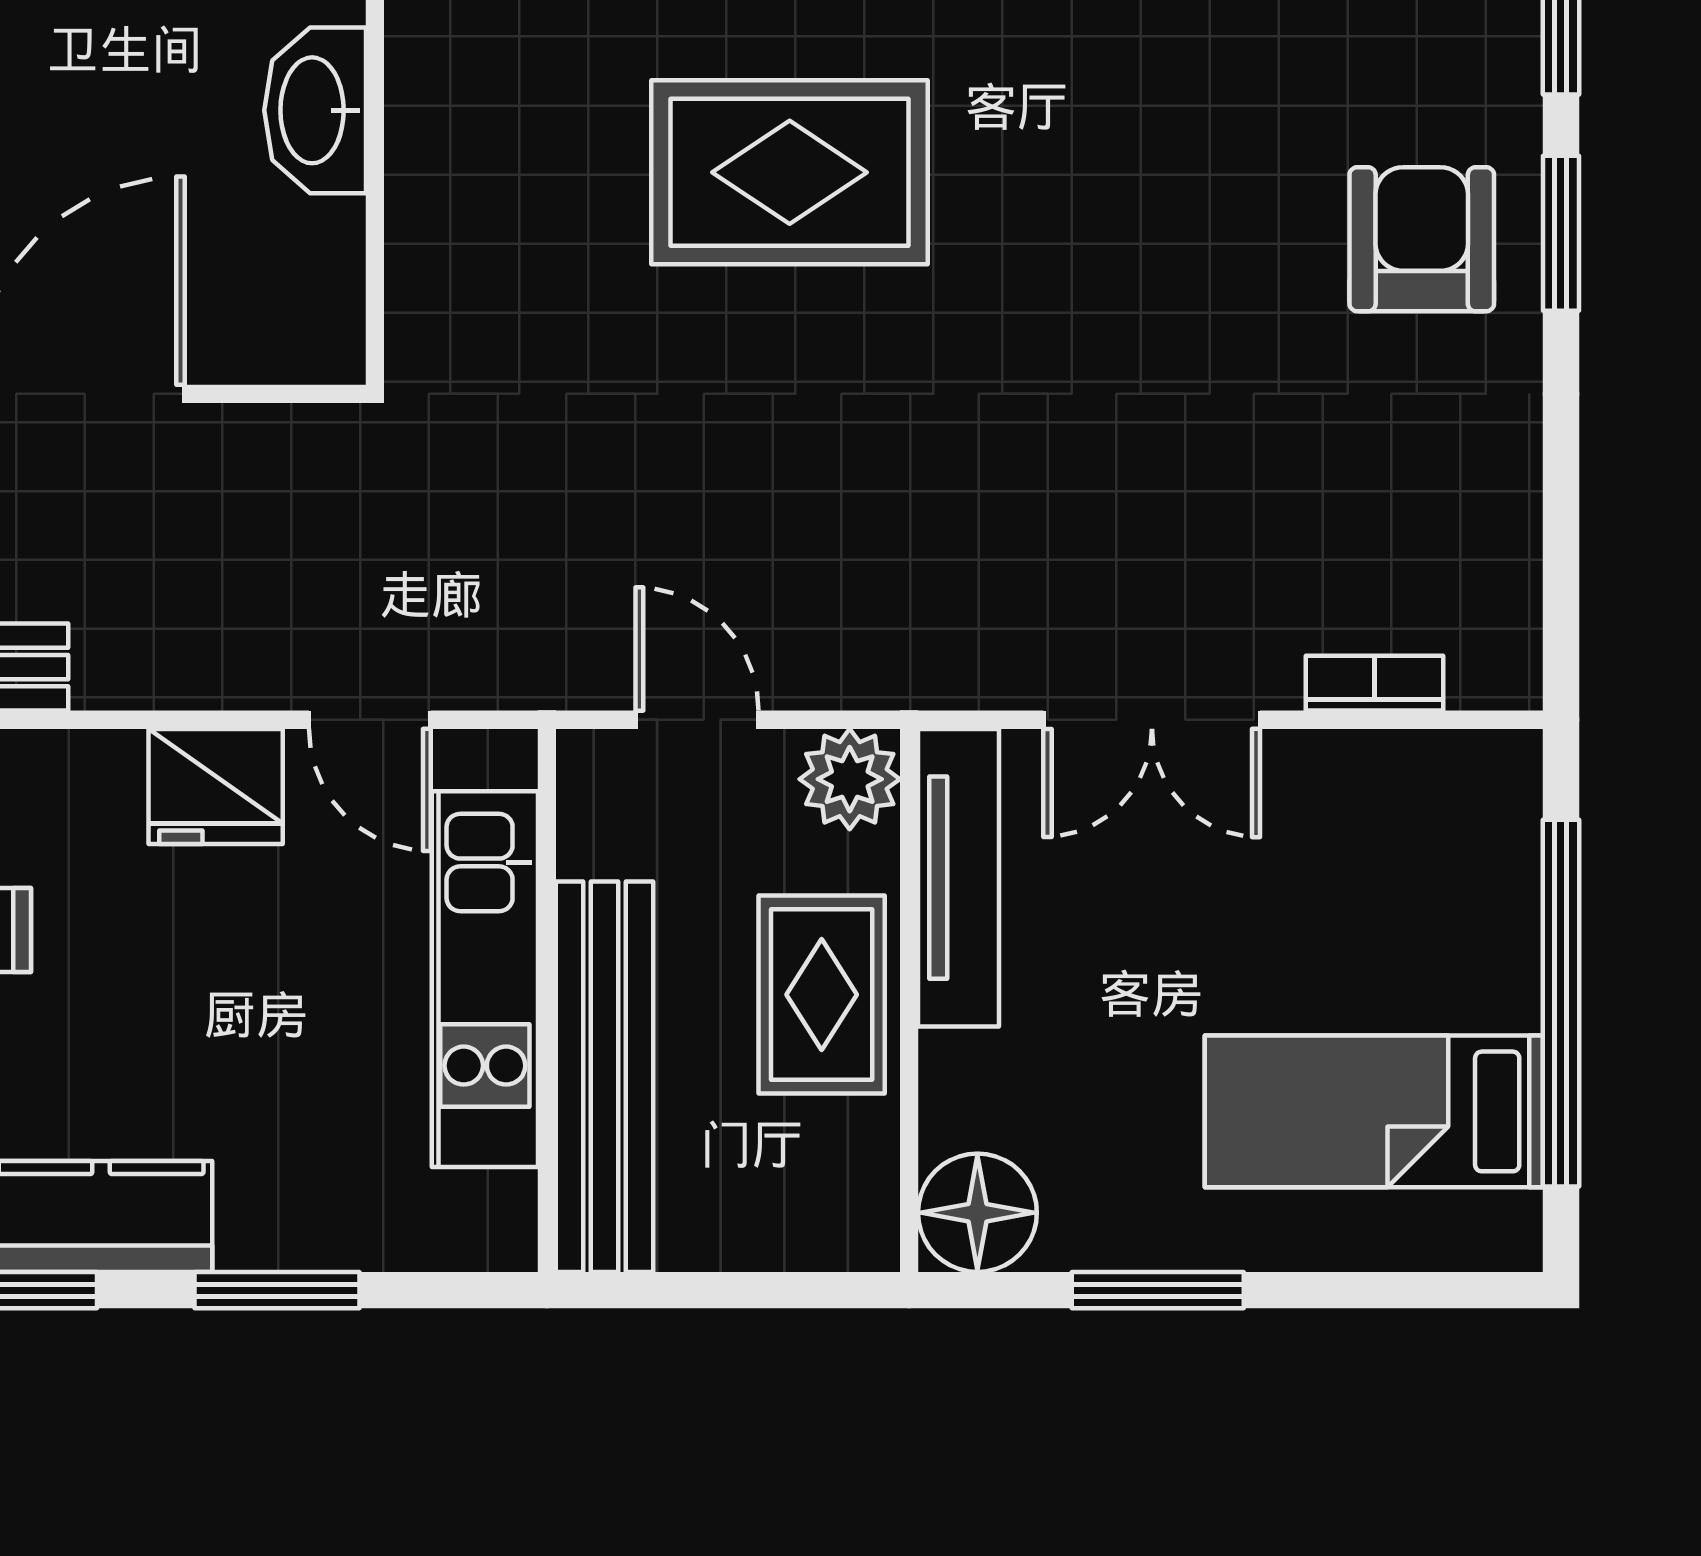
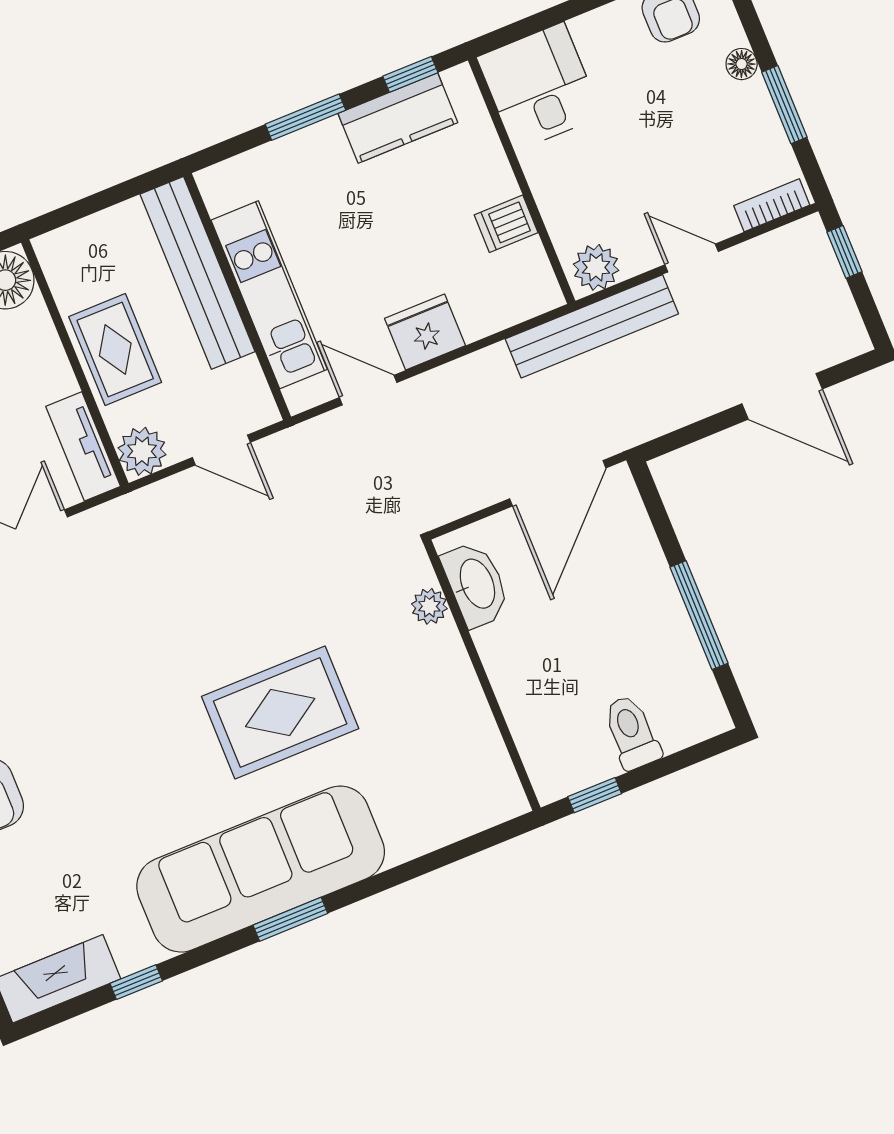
washbasin: (315, 110) -> (476, 584), moved
plant: (421, 259) -> (429, 606), added
tv unit: (958, 878) -> (83, 446), width x0.71

